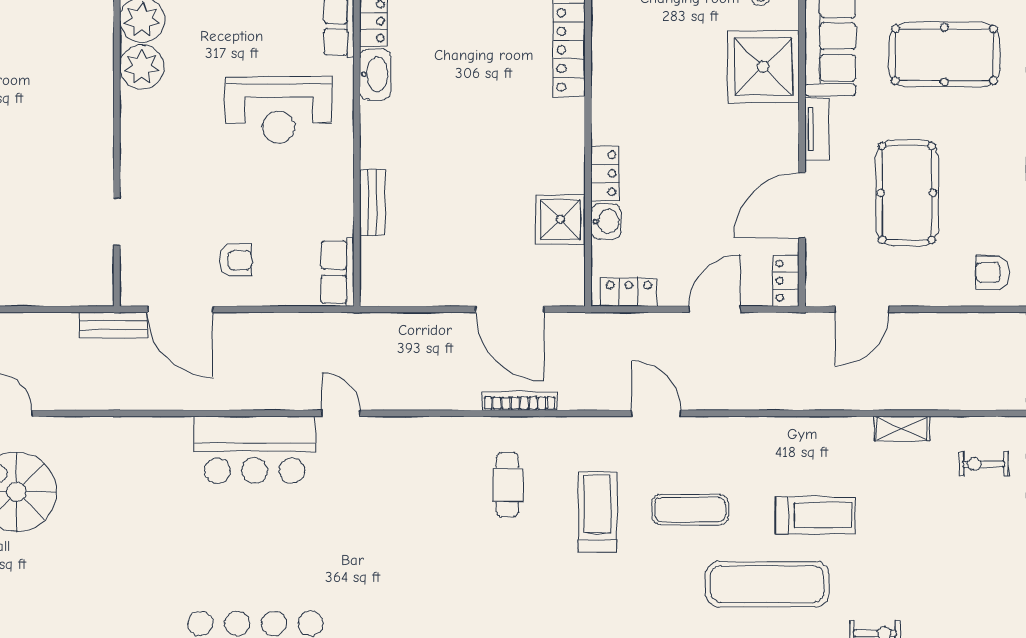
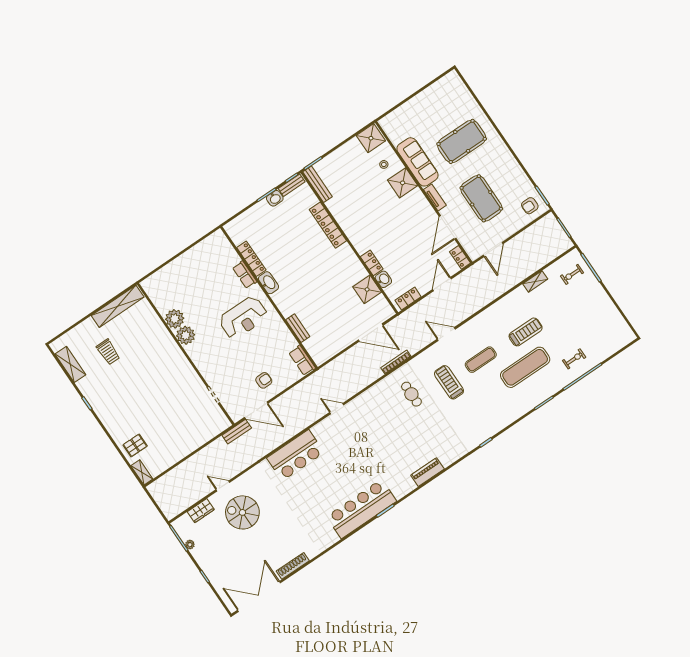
shower: (763, 67) -> (403, 183), width x0.73, depth x0.73
bar counter: (255, 450) -> (295, 455), moved

